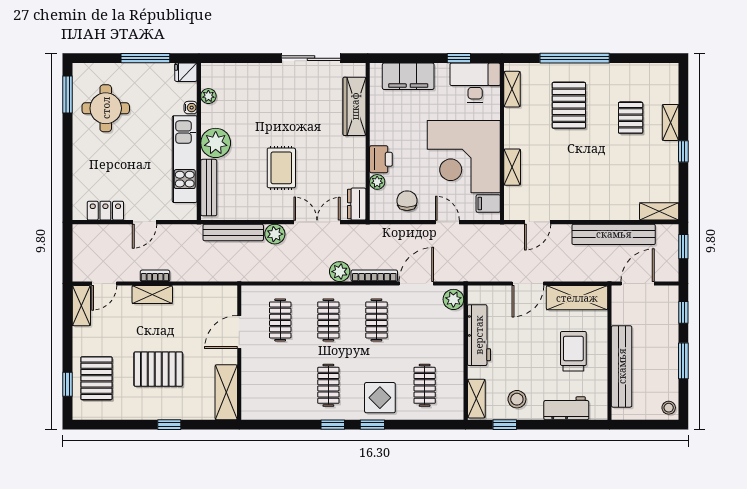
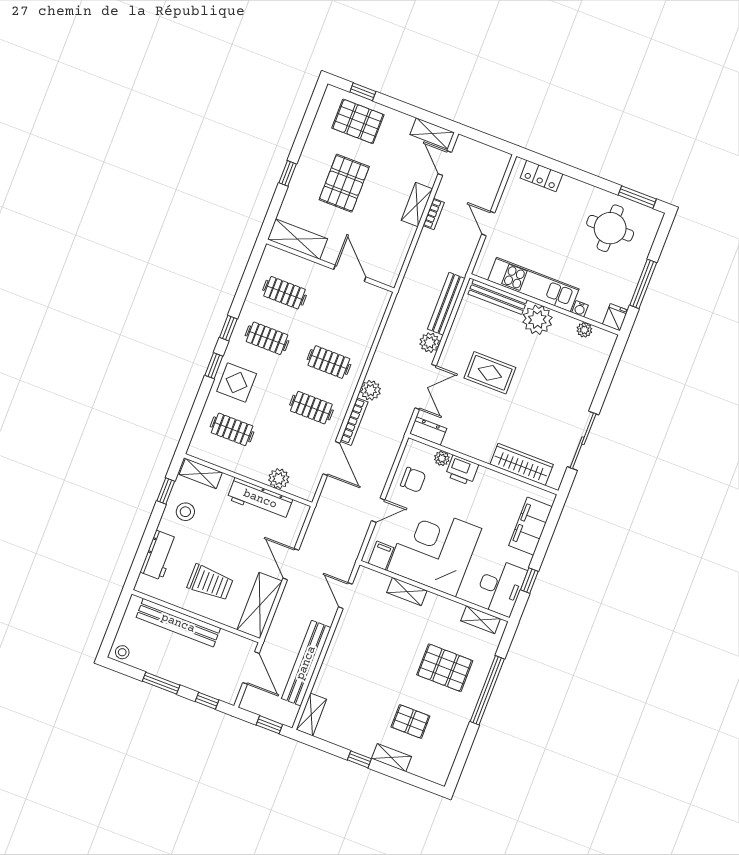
locker: (105, 211) -> (541, 176), moved, turned 90
plant: (453, 299) -> (279, 479), moved
clothes rail: (280, 320) -> (285, 293), moved

